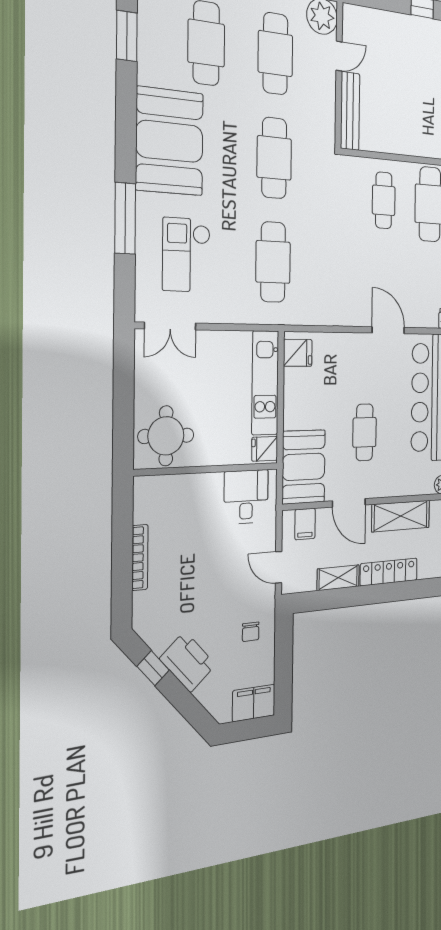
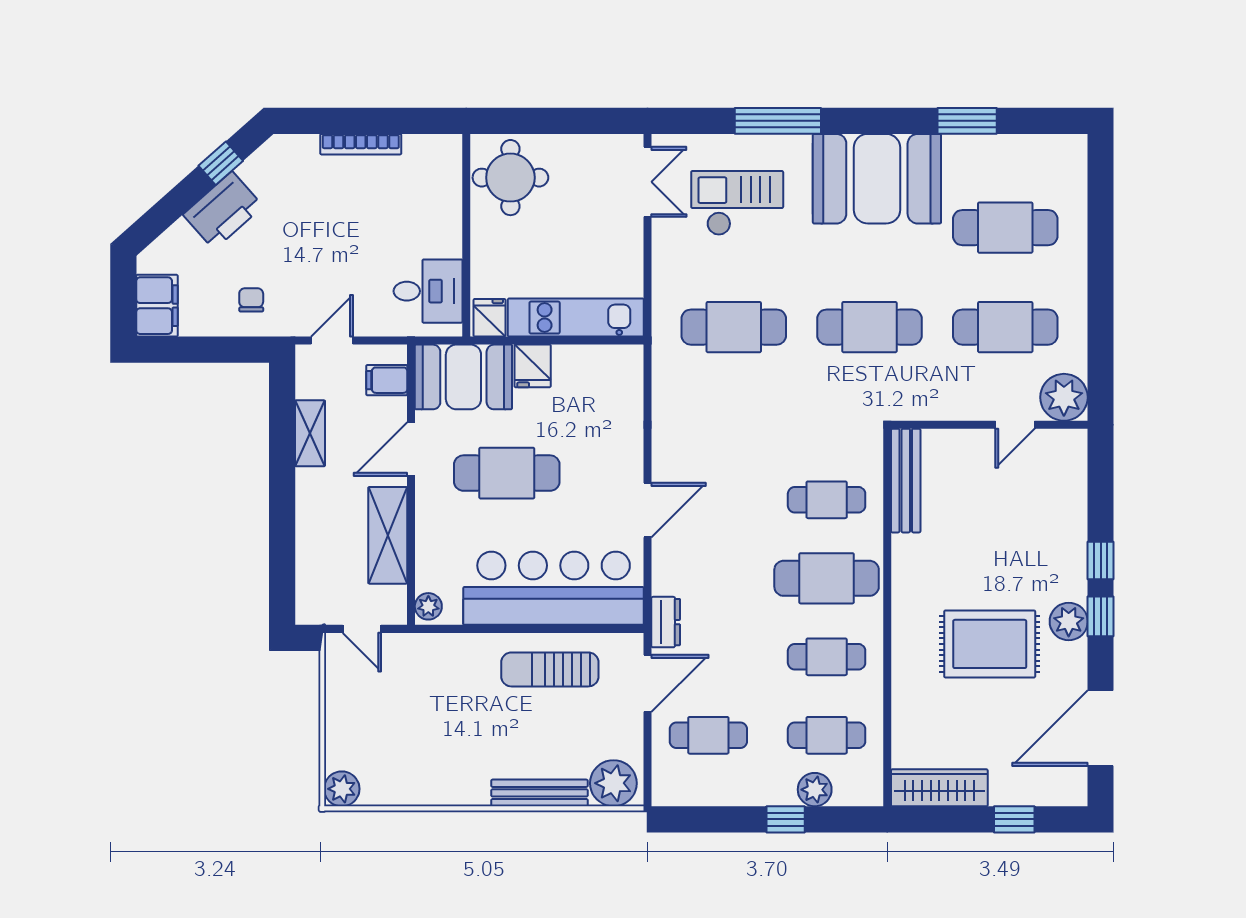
window: (127, 36) -> (967, 121), moved
door: (339, 56) -> (1015, 425), hinge flipped
bench: (350, 111) -> (906, 481), moved, turned 90
double door: (170, 326) -> (648, 182), swing flipped
fridge: (298, 353) -> (533, 366), moved
cafe table: (365, 432) -> (507, 473), width x1.37, depth x1.35
locker: (389, 572) -> (311, 516), removed
chair: (251, 632) -> (251, 300), turned 90

